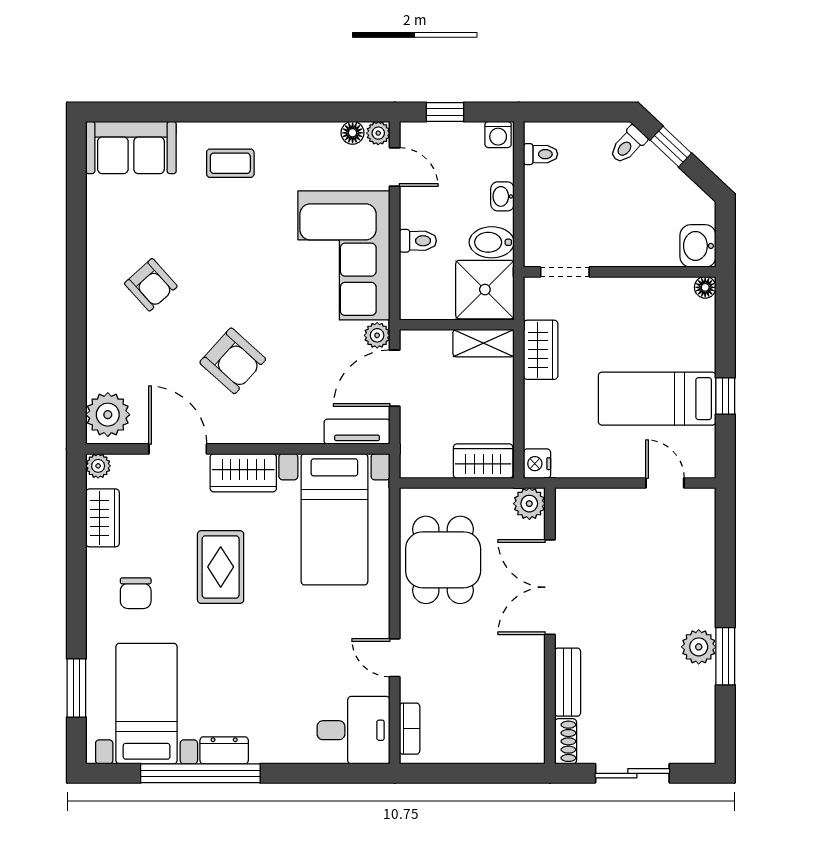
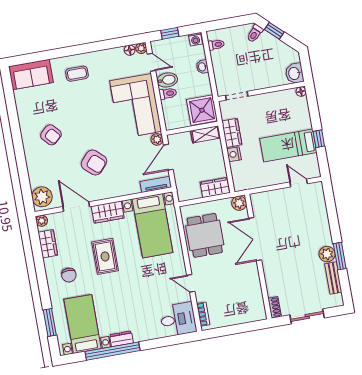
bidet: (492, 242) -> (167, 80), moved, turned 180
nightstand: (537, 464) -> (234, 154), moved
bench: (568, 682) -> (333, 278), moved

